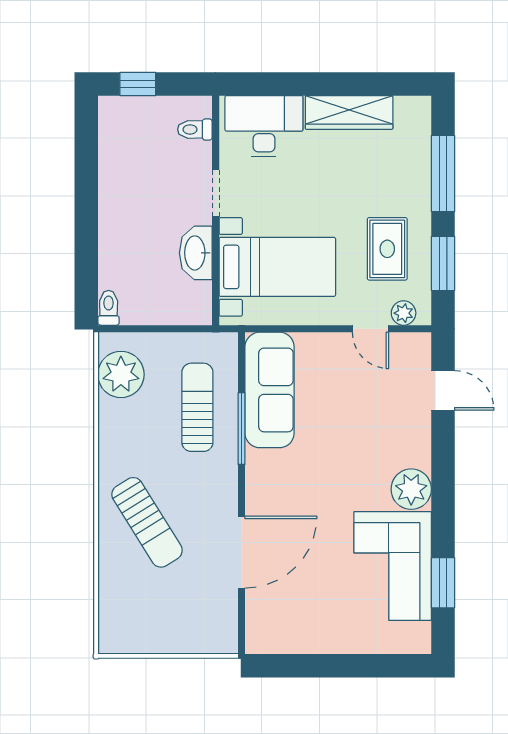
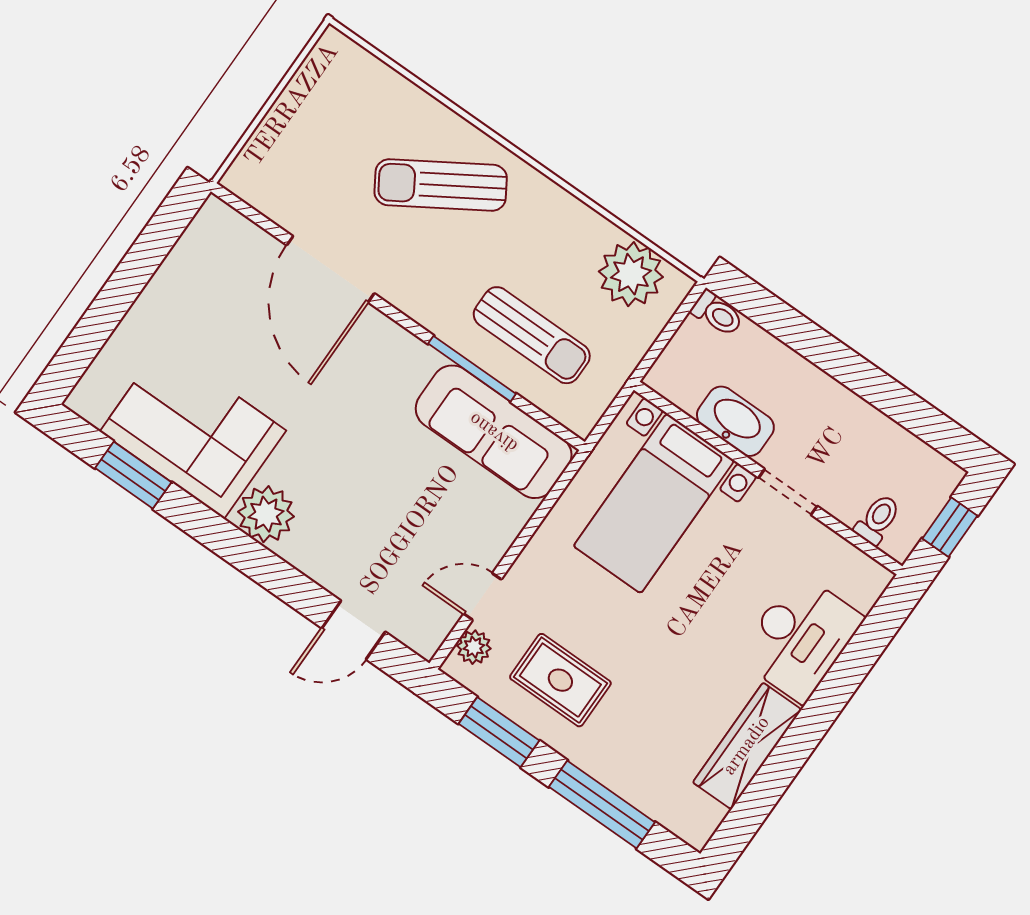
toilet: (195, 129) -> (878, 519), moved
doorway: (216, 193) -> (788, 492), moved
wall: (216, 210) -> (768, 478), moved
washbasin: (196, 253) -> (735, 421), moved
bed with nightstands: (277, 267) -> (654, 503), moved

